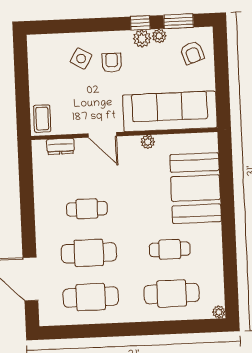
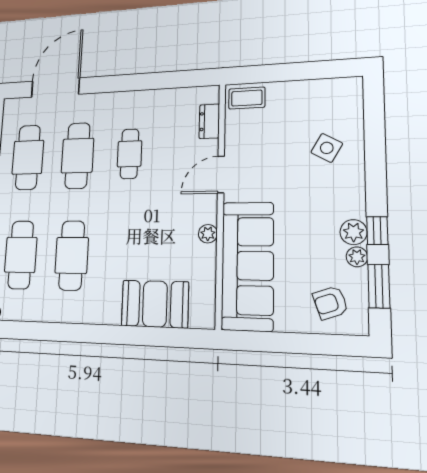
armchair: (112, 63) -> (320, 189), removed
booth: (196, 188) -> (155, 304), width x0.73, depth x0.70
cafe table: (170, 249) -> (72, 255), width x1.37, depth x1.35

